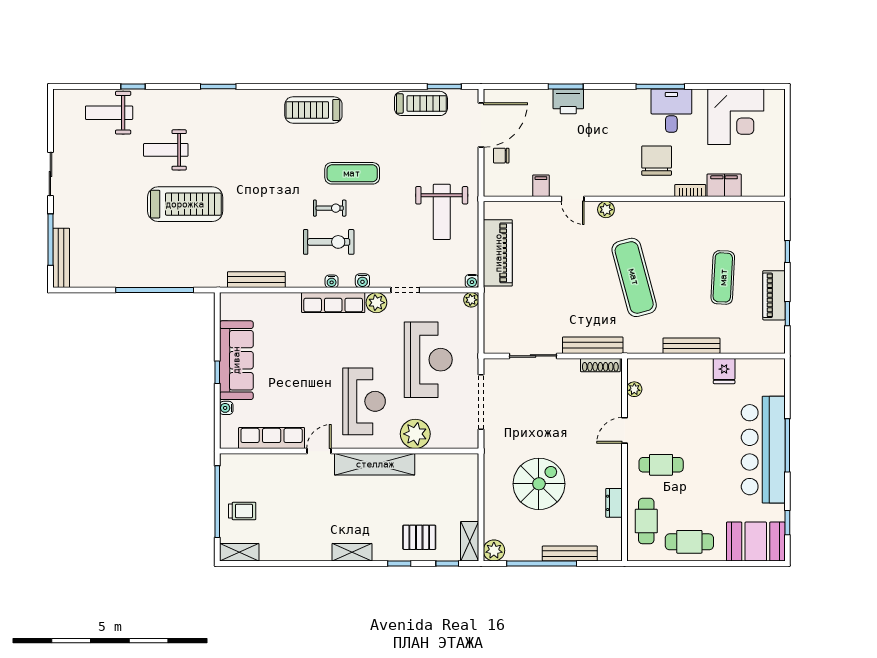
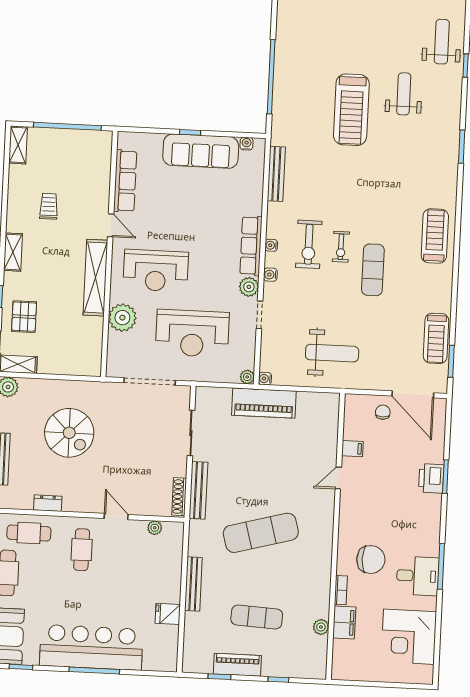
plant: (606, 210) -> (321, 627), moved
weight bench: (442, 212) -> (332, 353), turned 180
piano: (498, 253) -> (264, 403), moved
water cooler: (226, 408) -> (247, 144), moved
trolley: (242, 511) -> (49, 206), moved, turned 180

